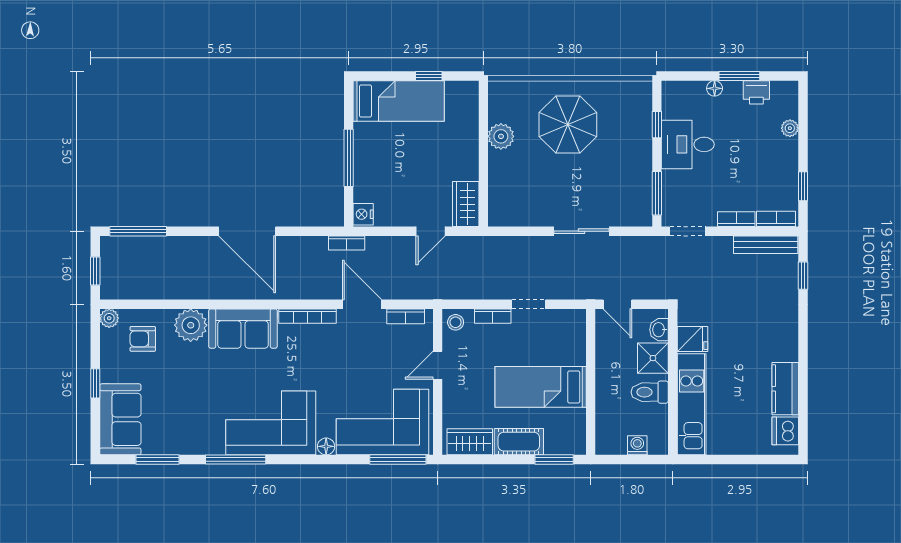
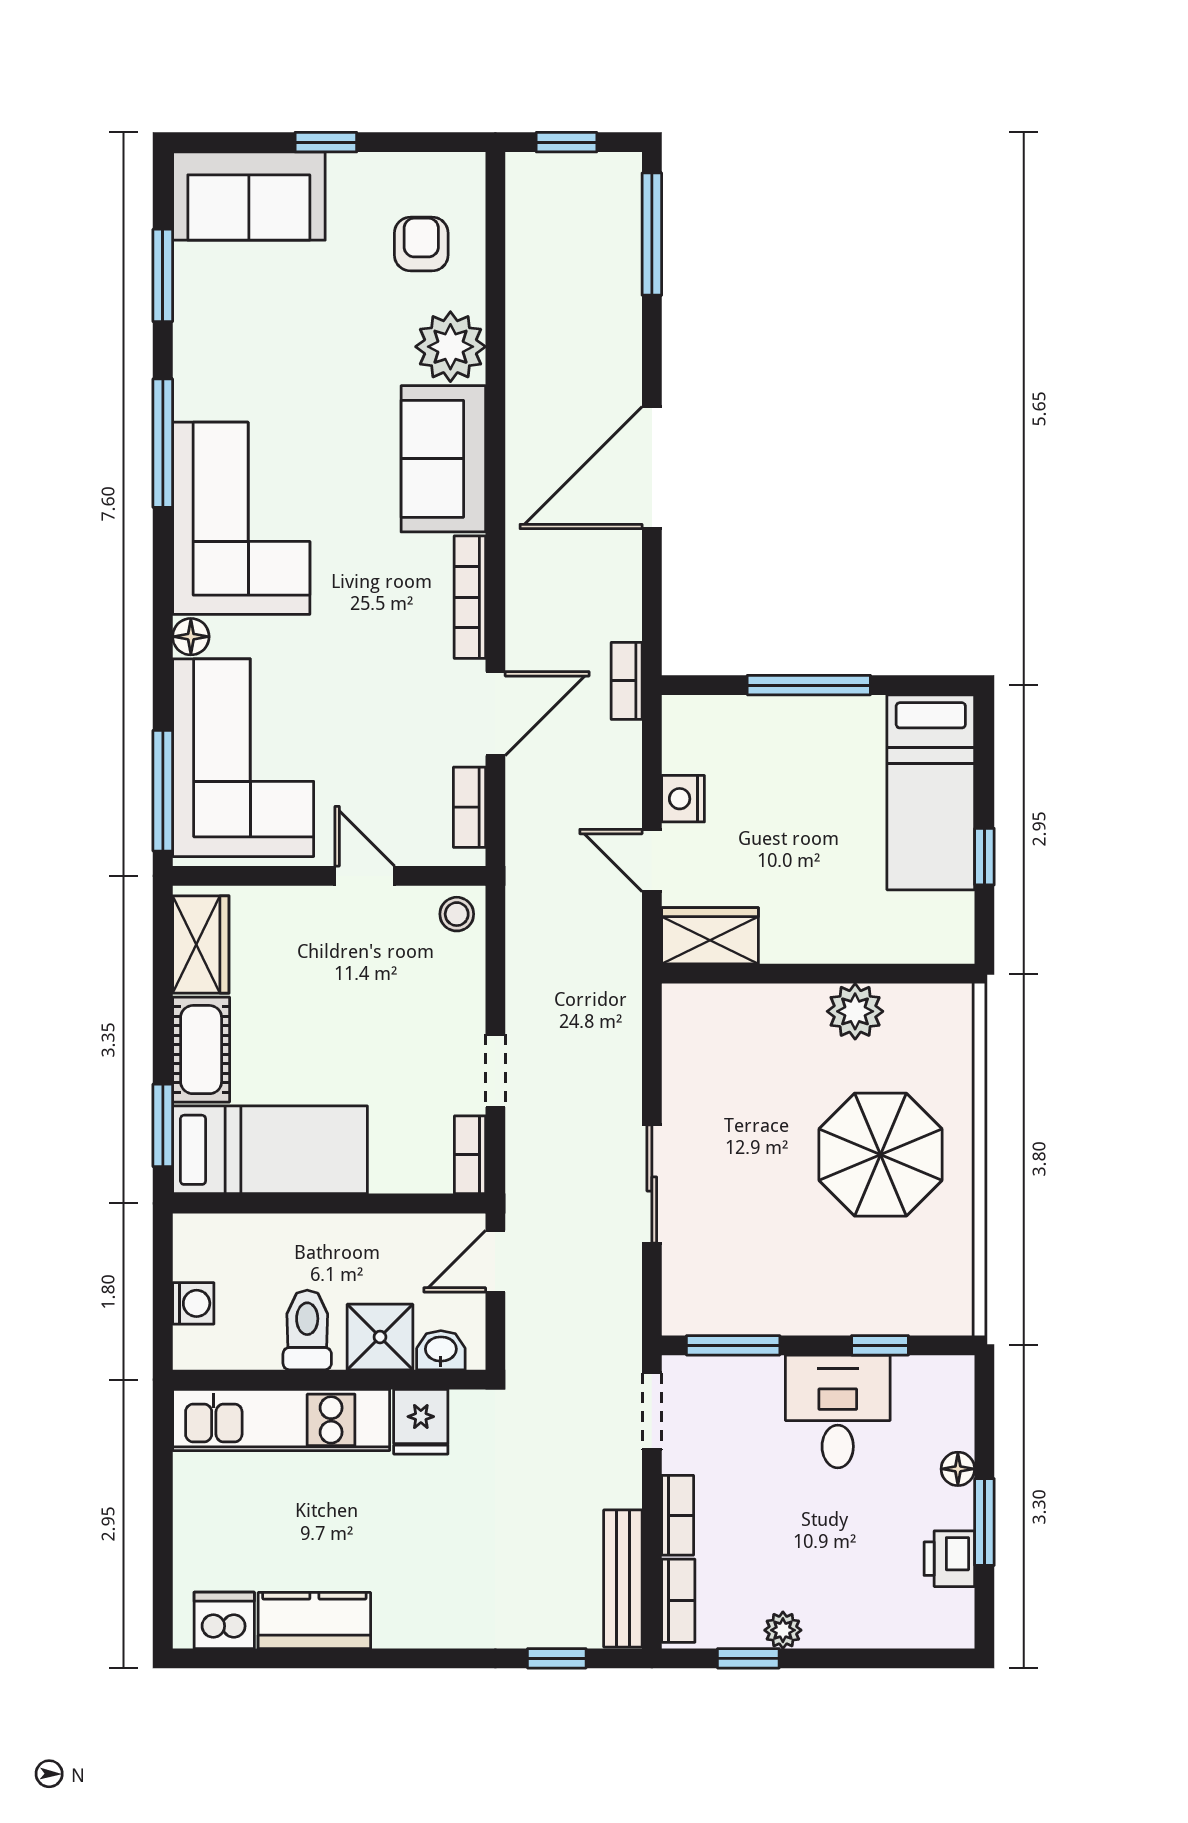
plant: (790, 128) -> (783, 1630), moved
nightstand: (363, 214) -> (683, 799), moved, turned -90
bookcase: (493, 316) -> (470, 1155), moved
plant: (109, 318) -> (465, 172), removed
bed: (541, 387) -> (270, 1150), moved, turned 90

